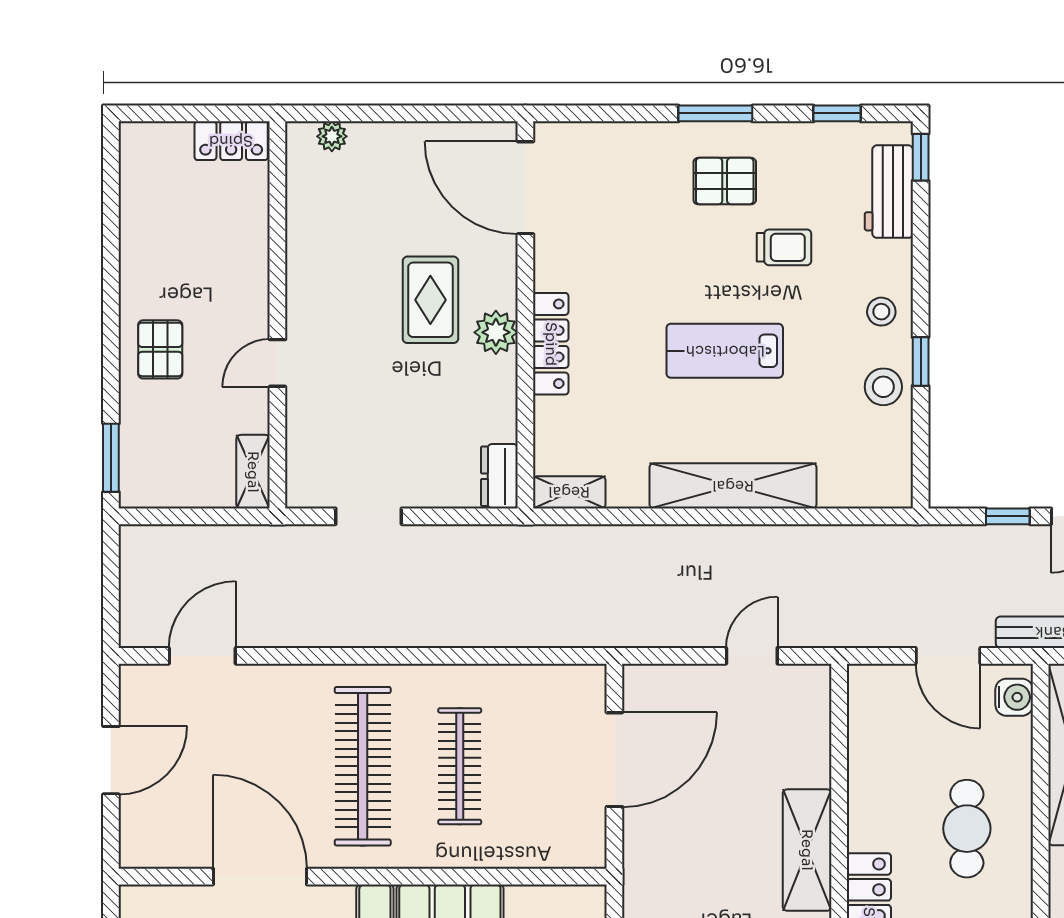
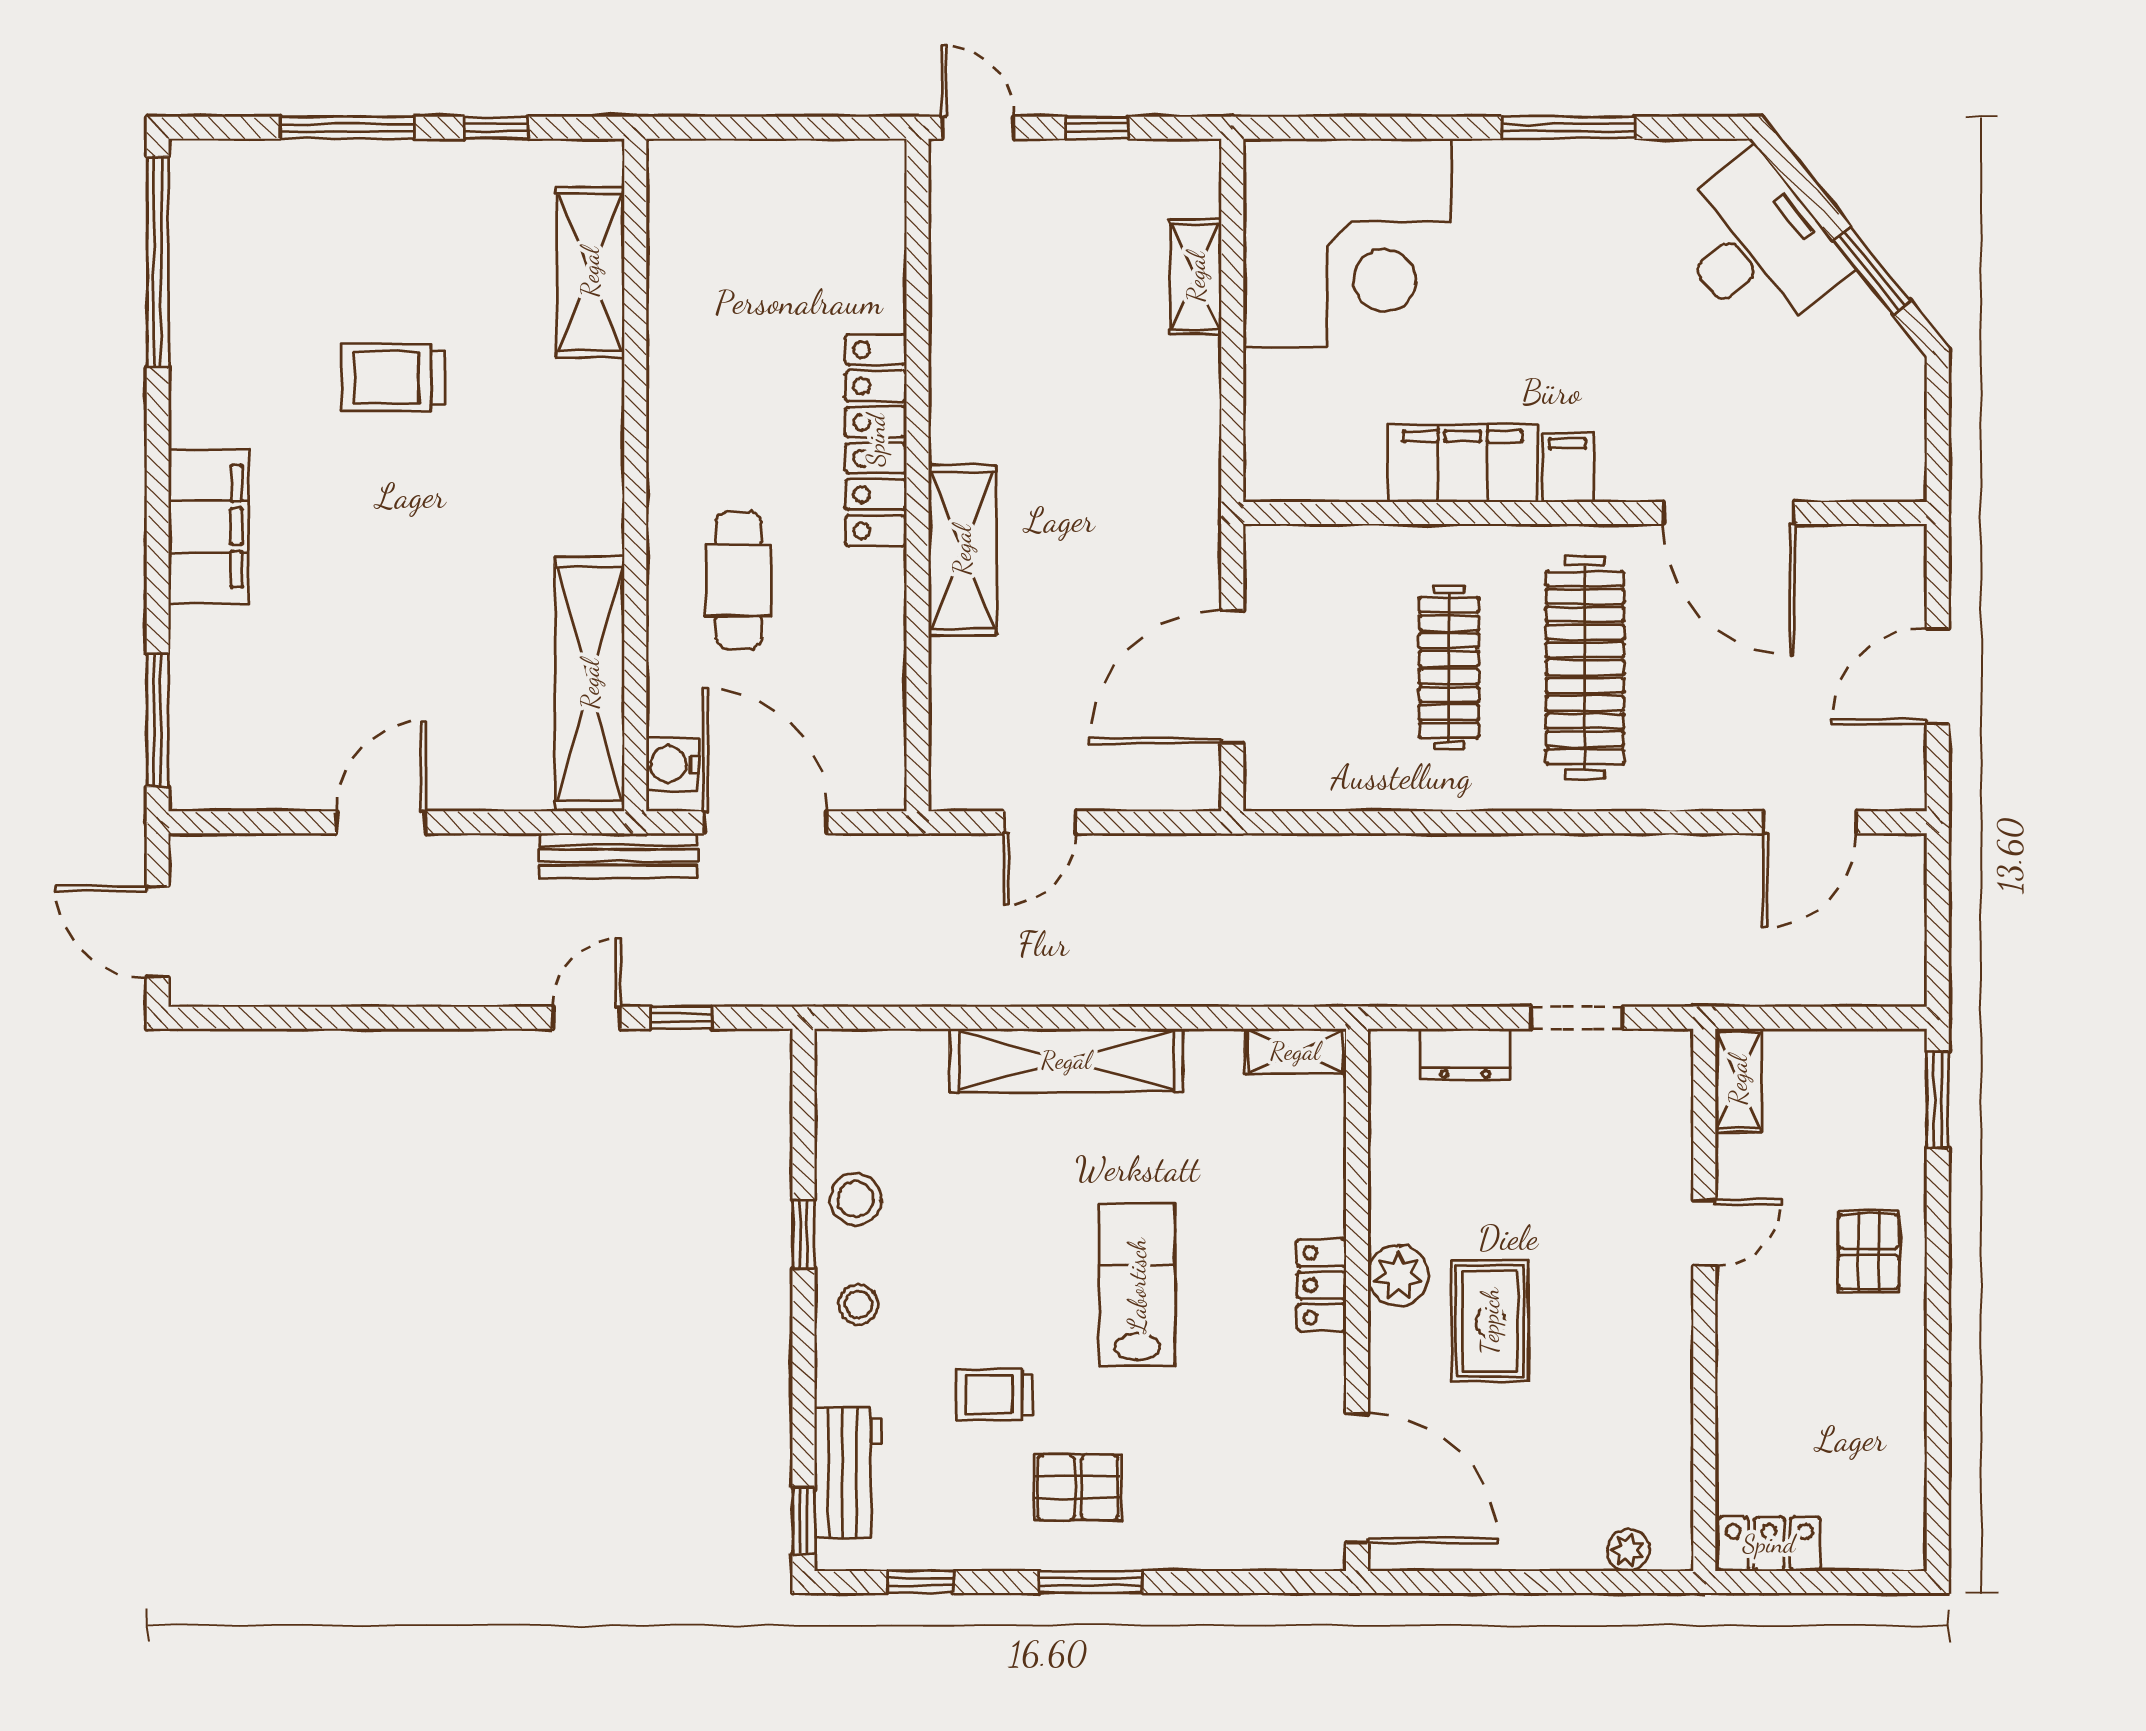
locker: (551, 344) -> (1322, 1285), width x0.66
lab bench: (725, 351) -> (1137, 1285), moved, turned -90
dresser: (499, 476) -> (1465, 1054), moved, turned 90
door: (948, 656) -> (765, 822), width x1.36

